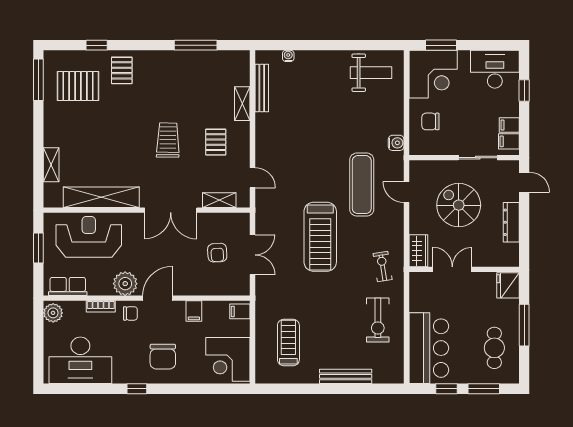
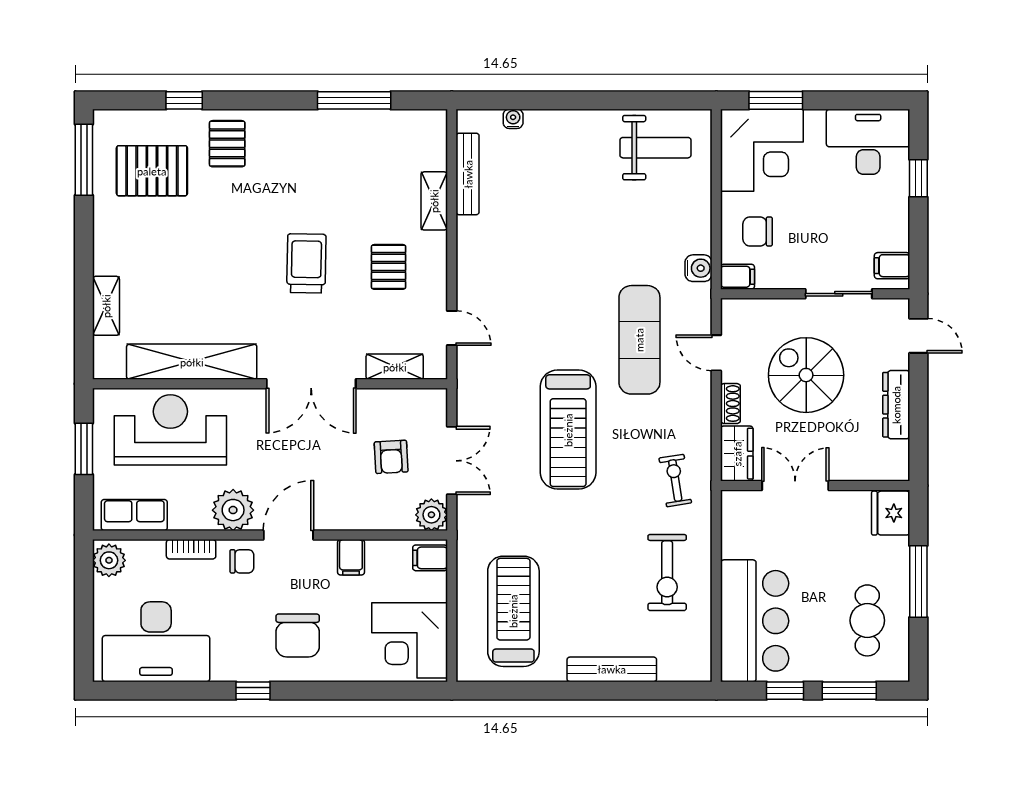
filing cabinet: (509, 125) -> (738, 277), moved, turned 180
shoe rack: (415, 222) -> (730, 404), added
plant: (241, 286) -> (431, 515), added
treadmill: (288, 343) -> (513, 611), width x1.37, depth x1.38

